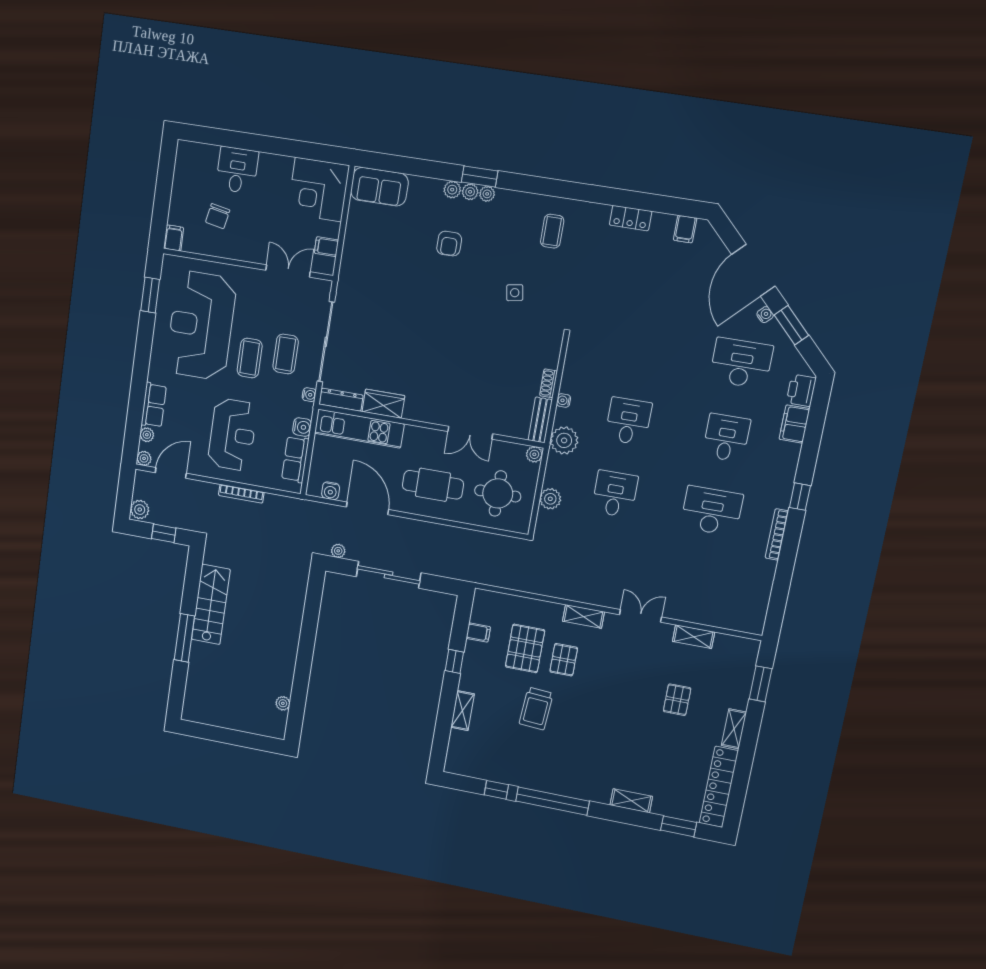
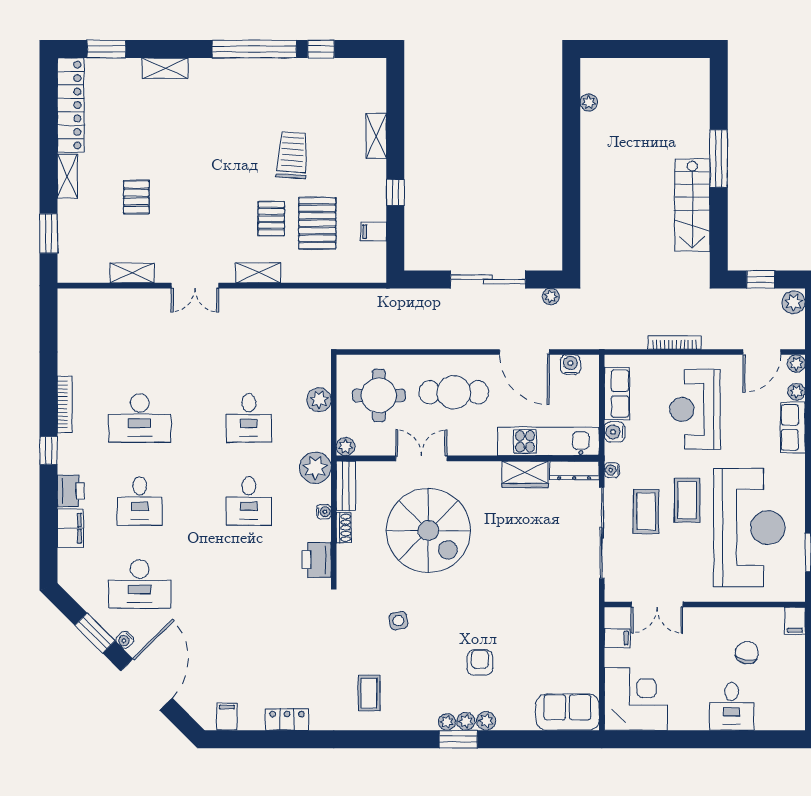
printer: (578, 359) -> (317, 560), added
spiral stairs: (475, 369) -> (428, 530), added
printer: (801, 390) -> (71, 491), moved

